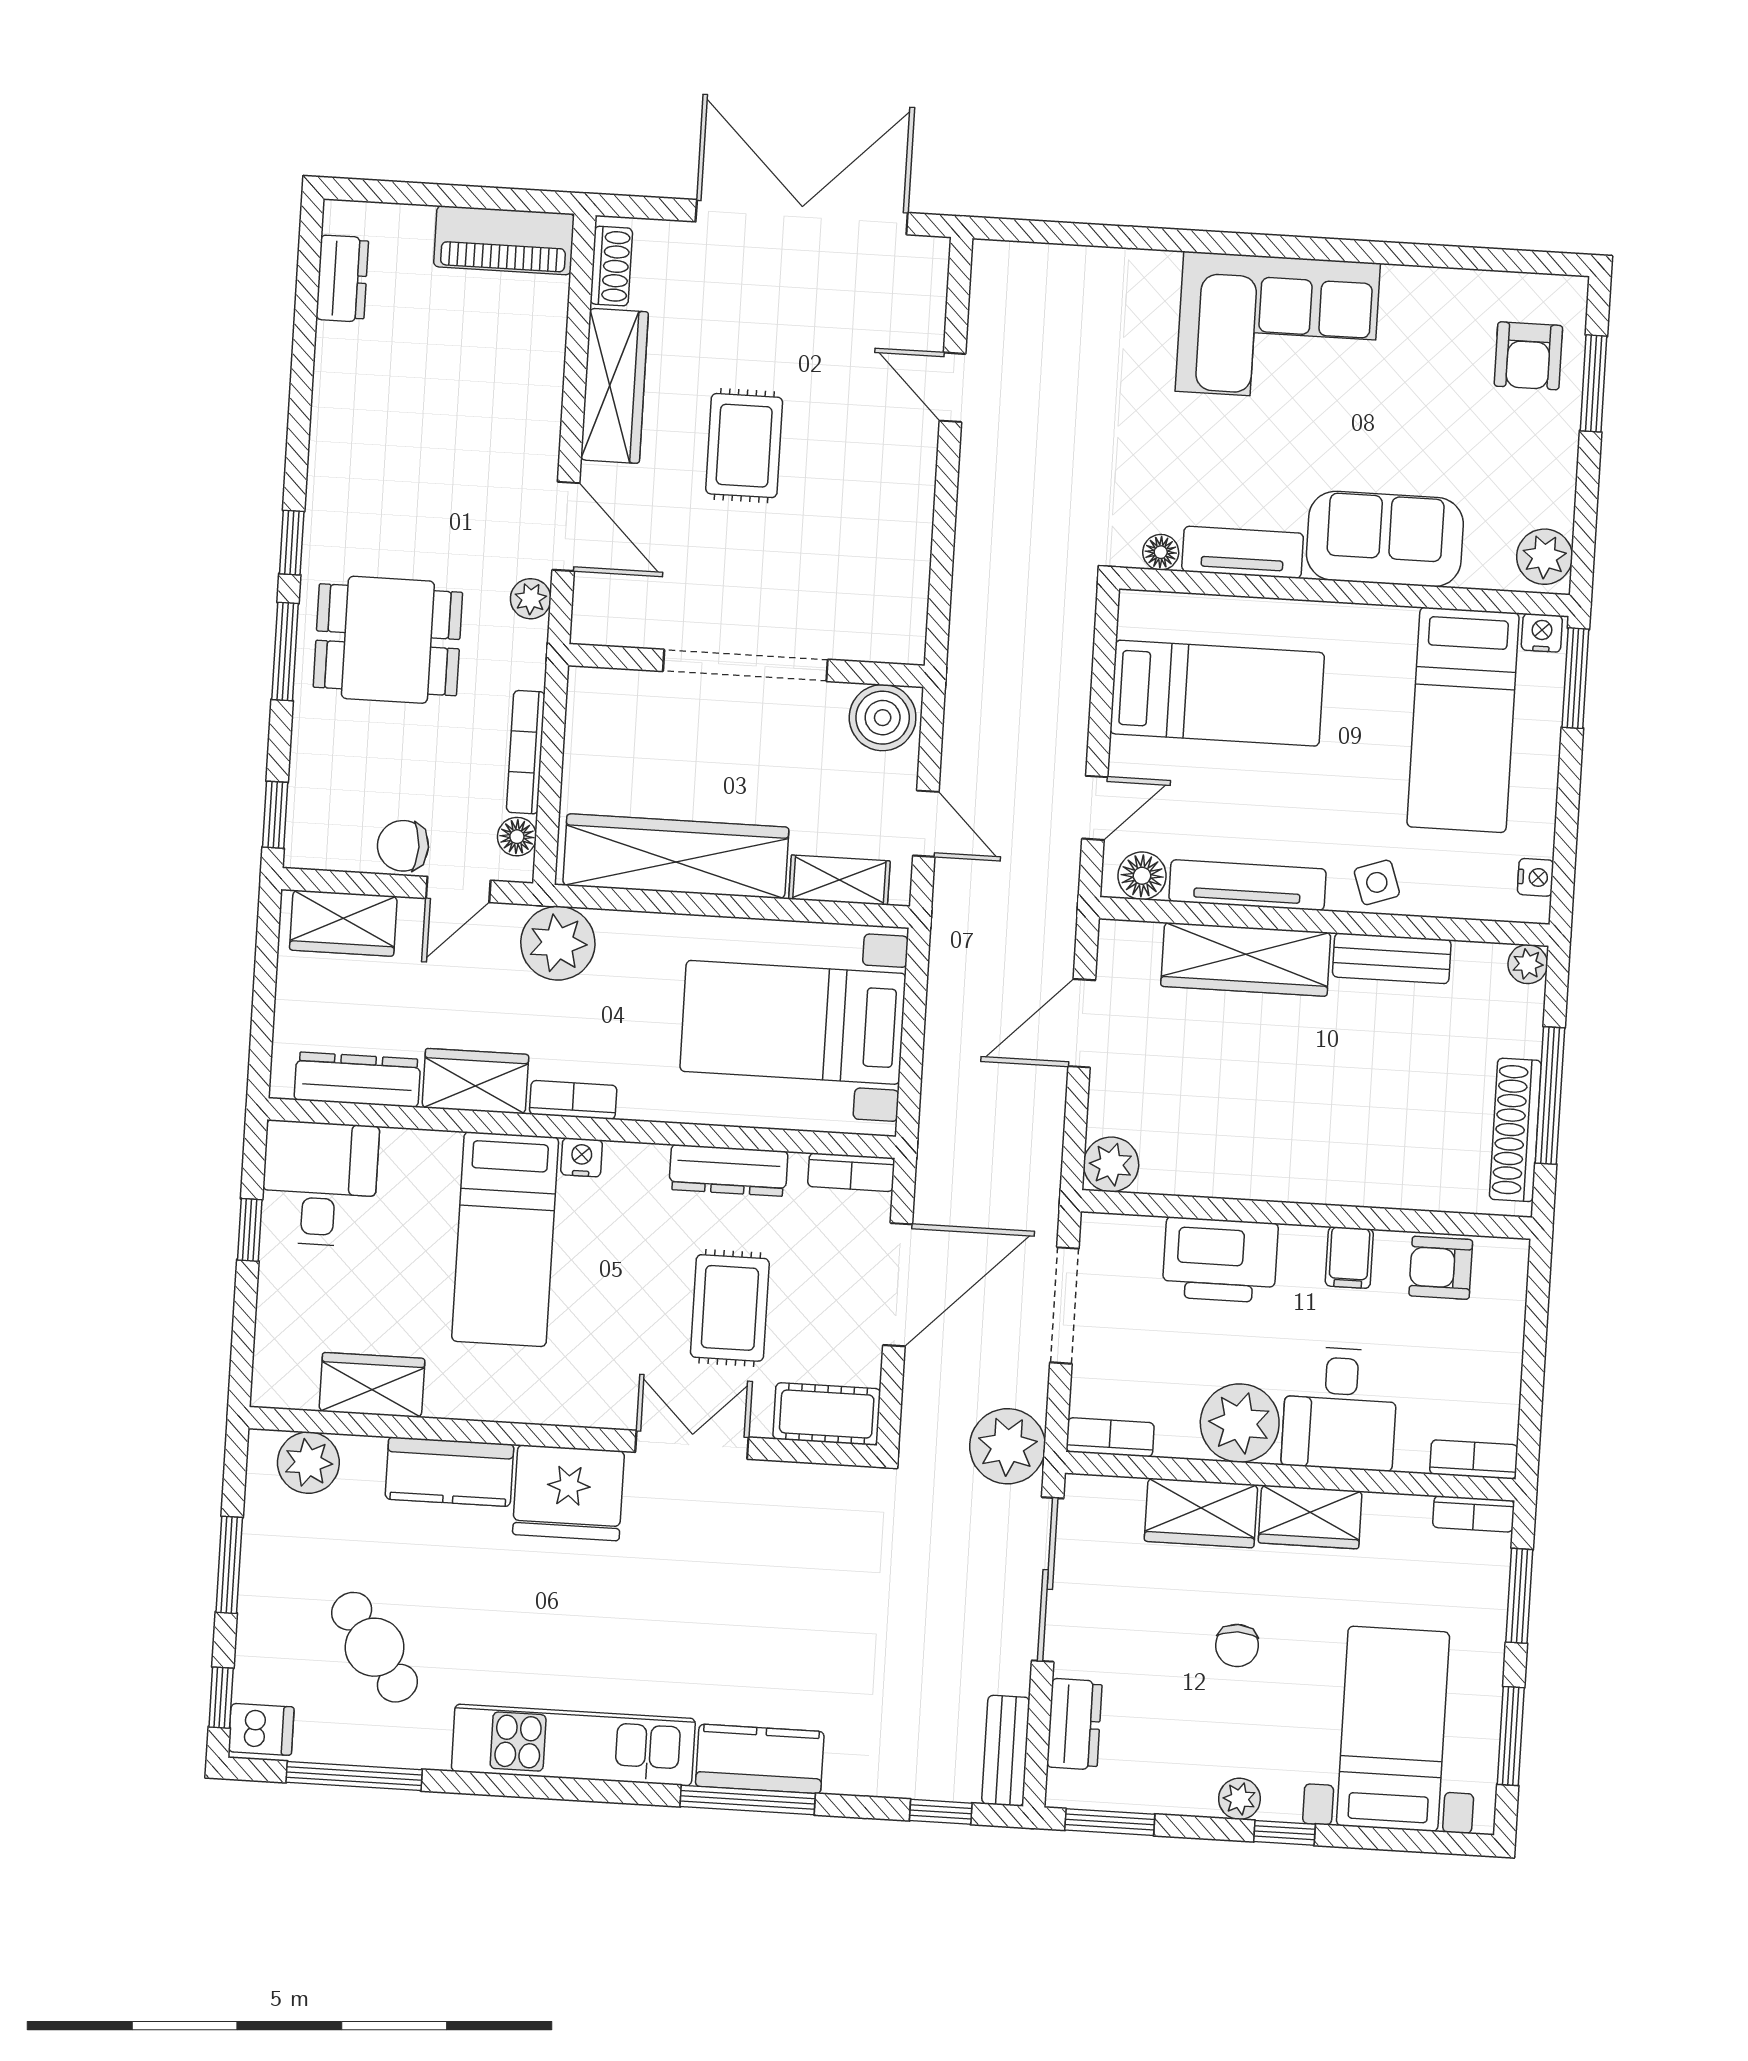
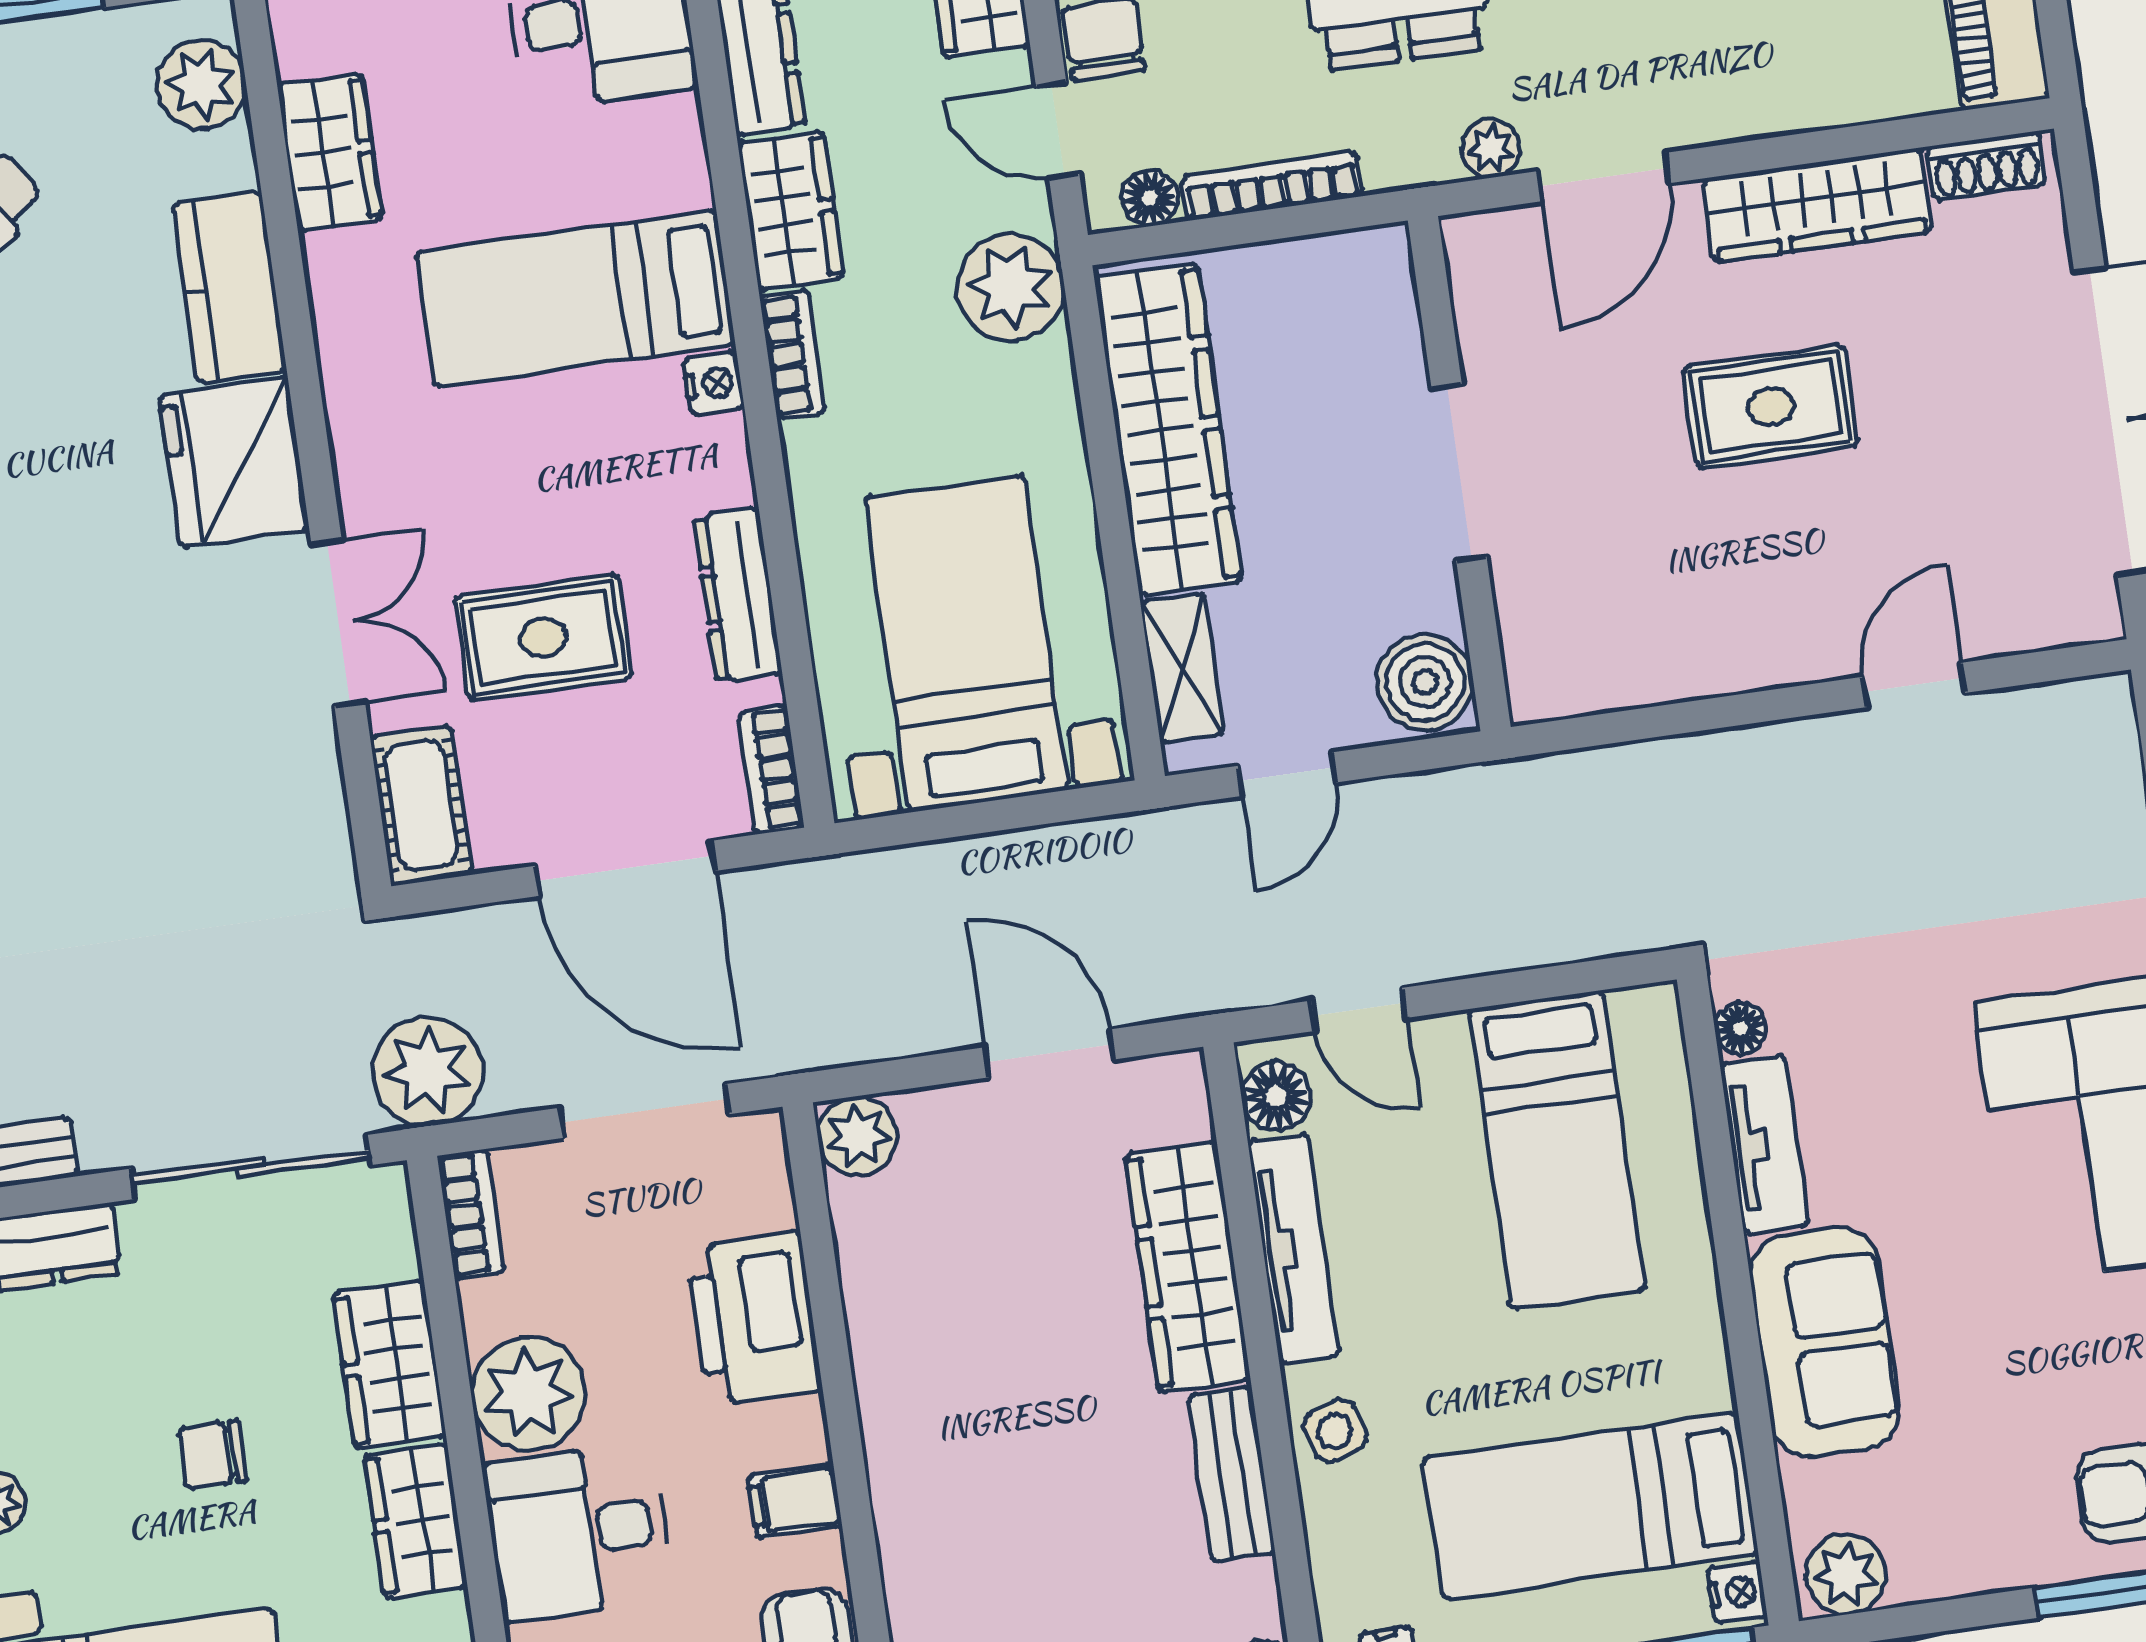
doorway: (745, 665) -> (1459, 472), width x0.73

